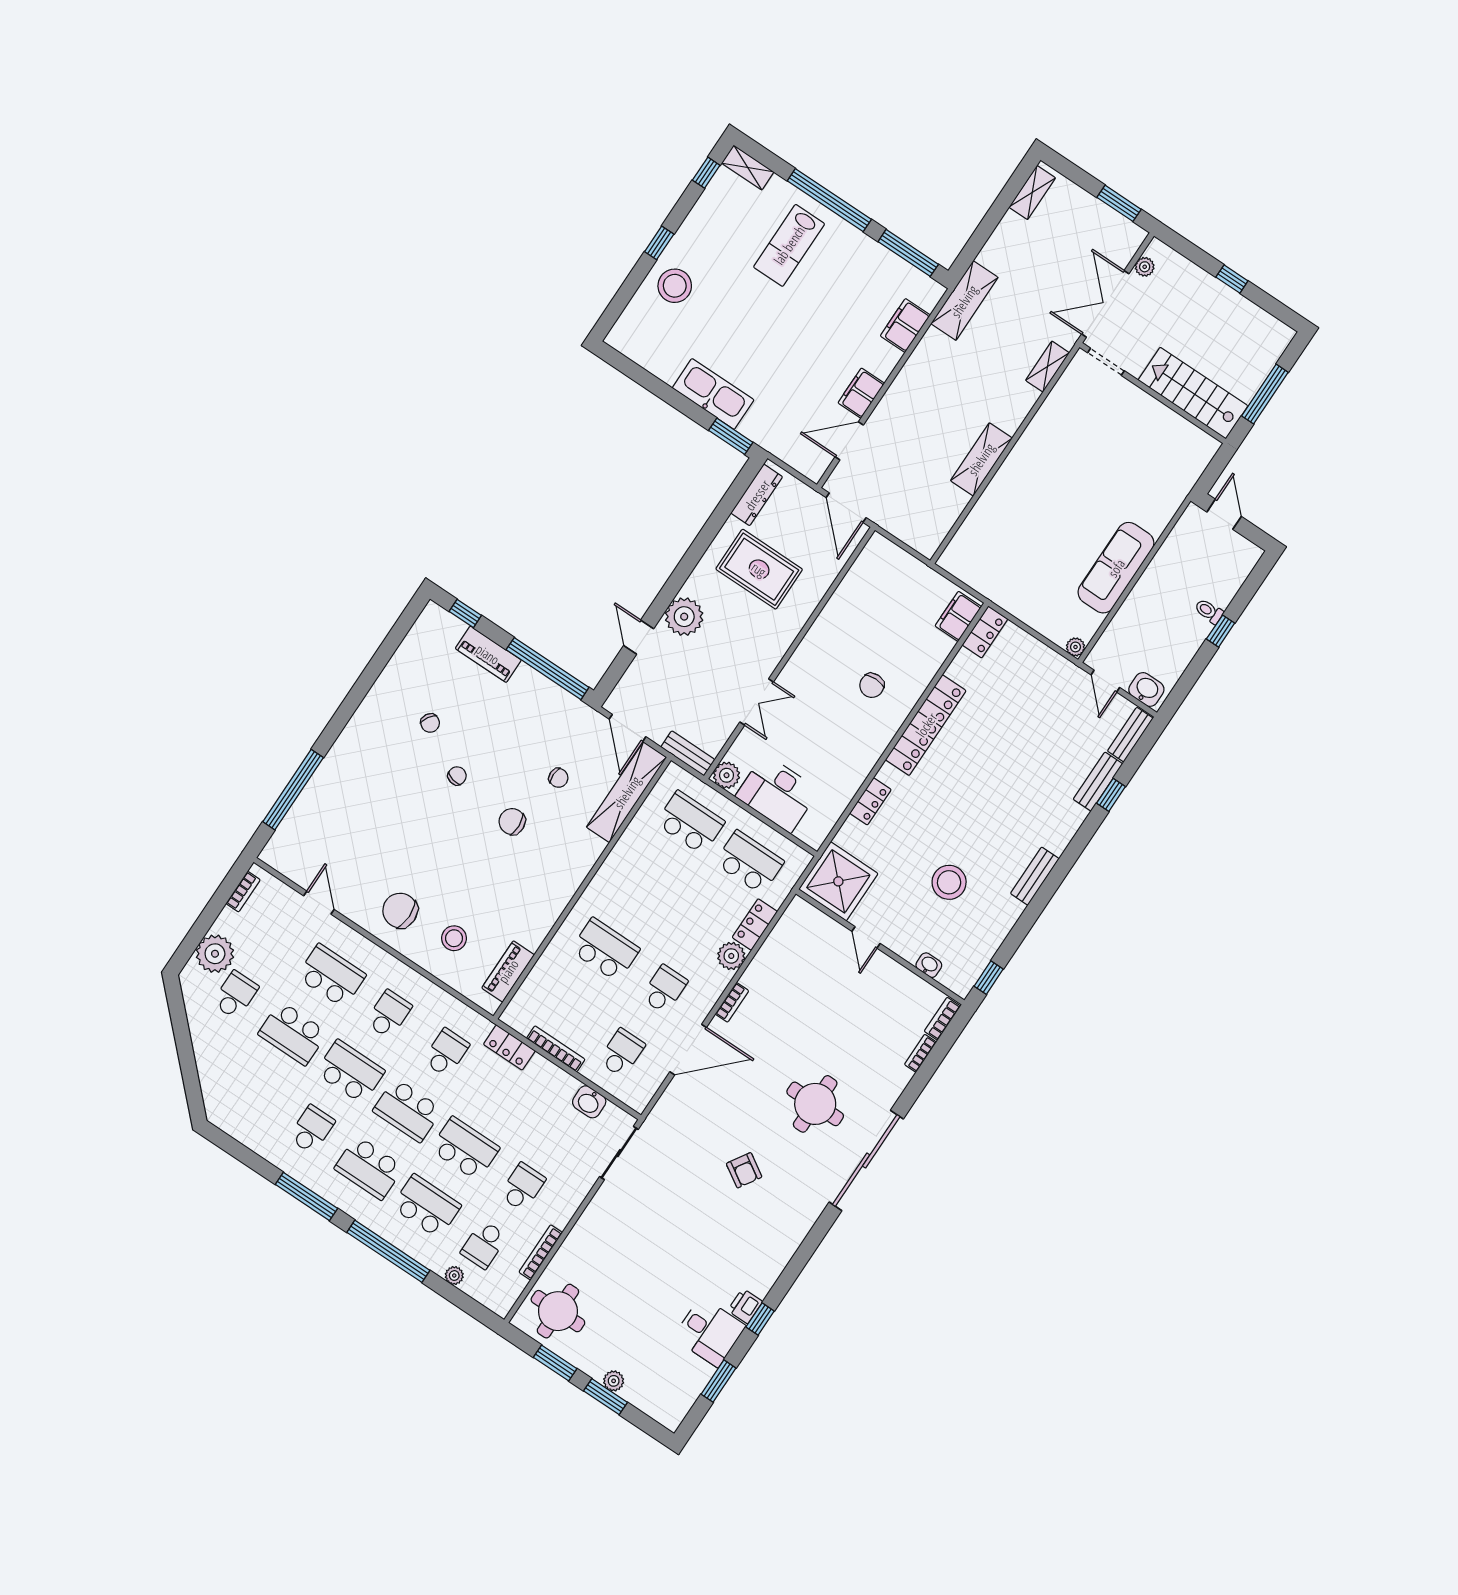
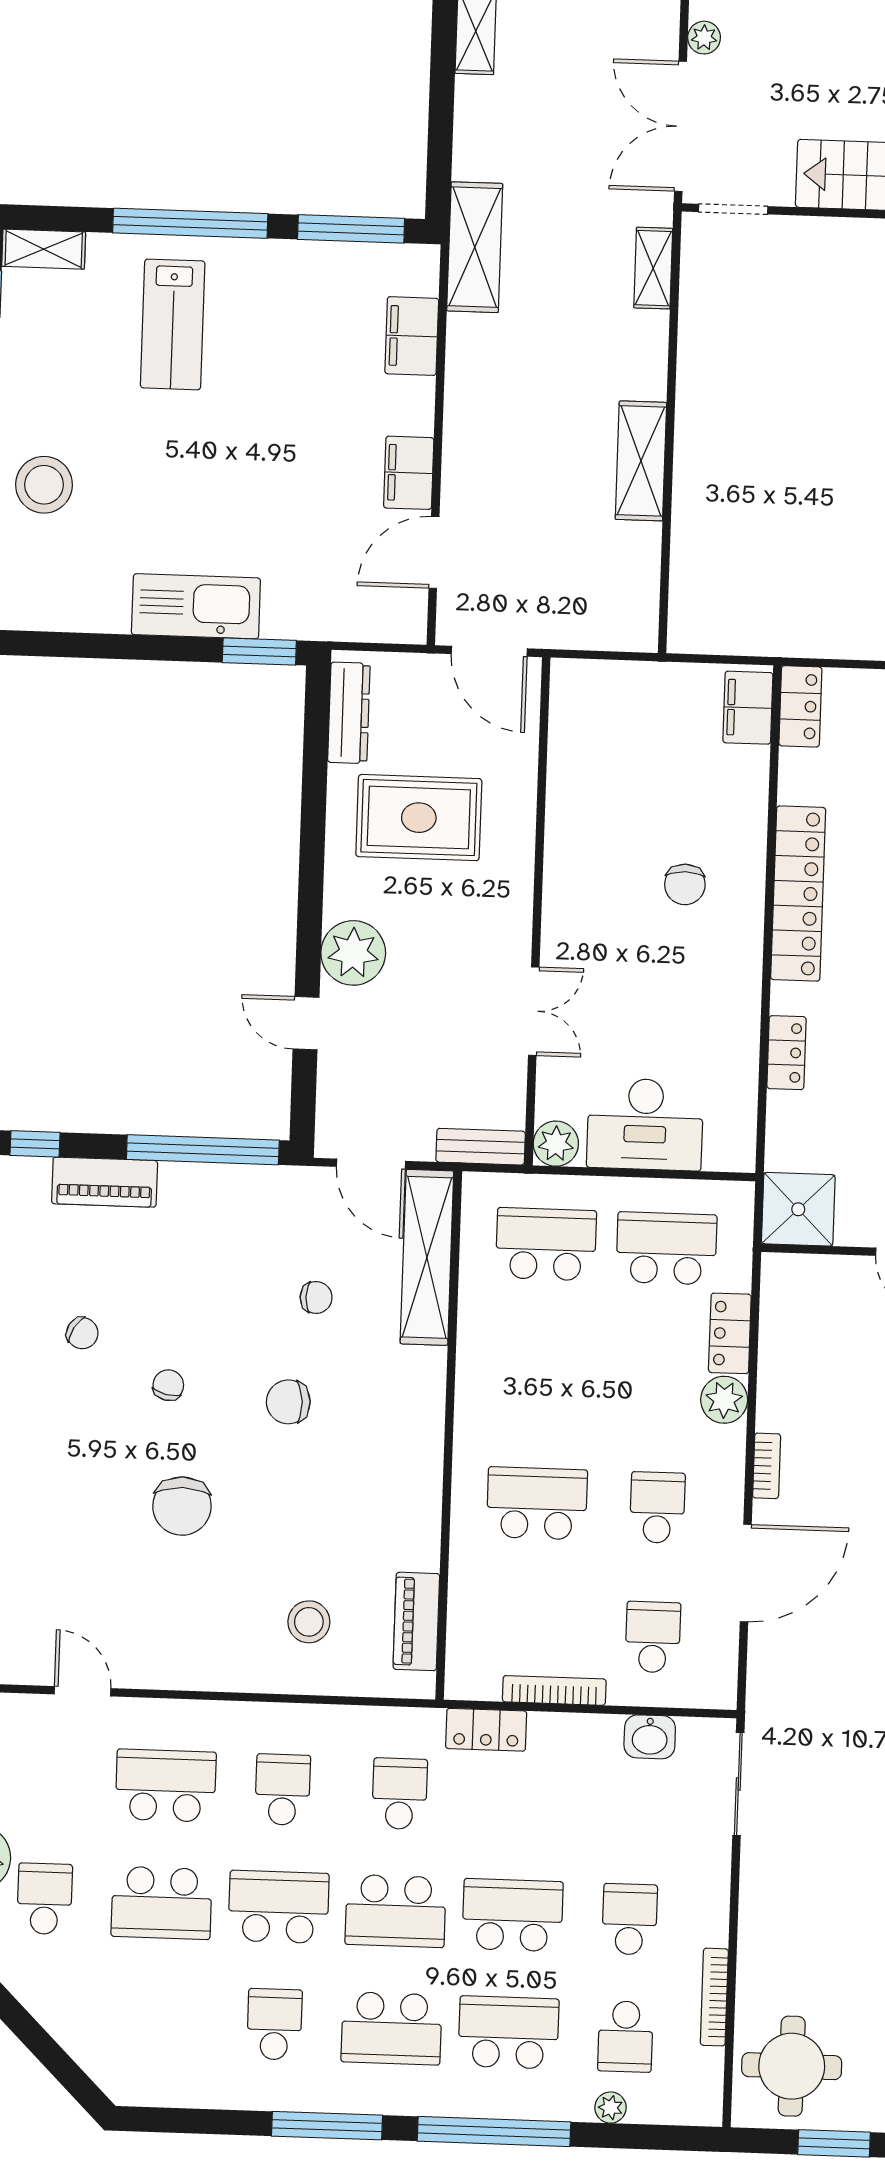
shower: (838, 881) -> (798, 1209), width x0.73, depth x0.73
chair: (400, 910) -> (182, 1506), moved, turned -90

